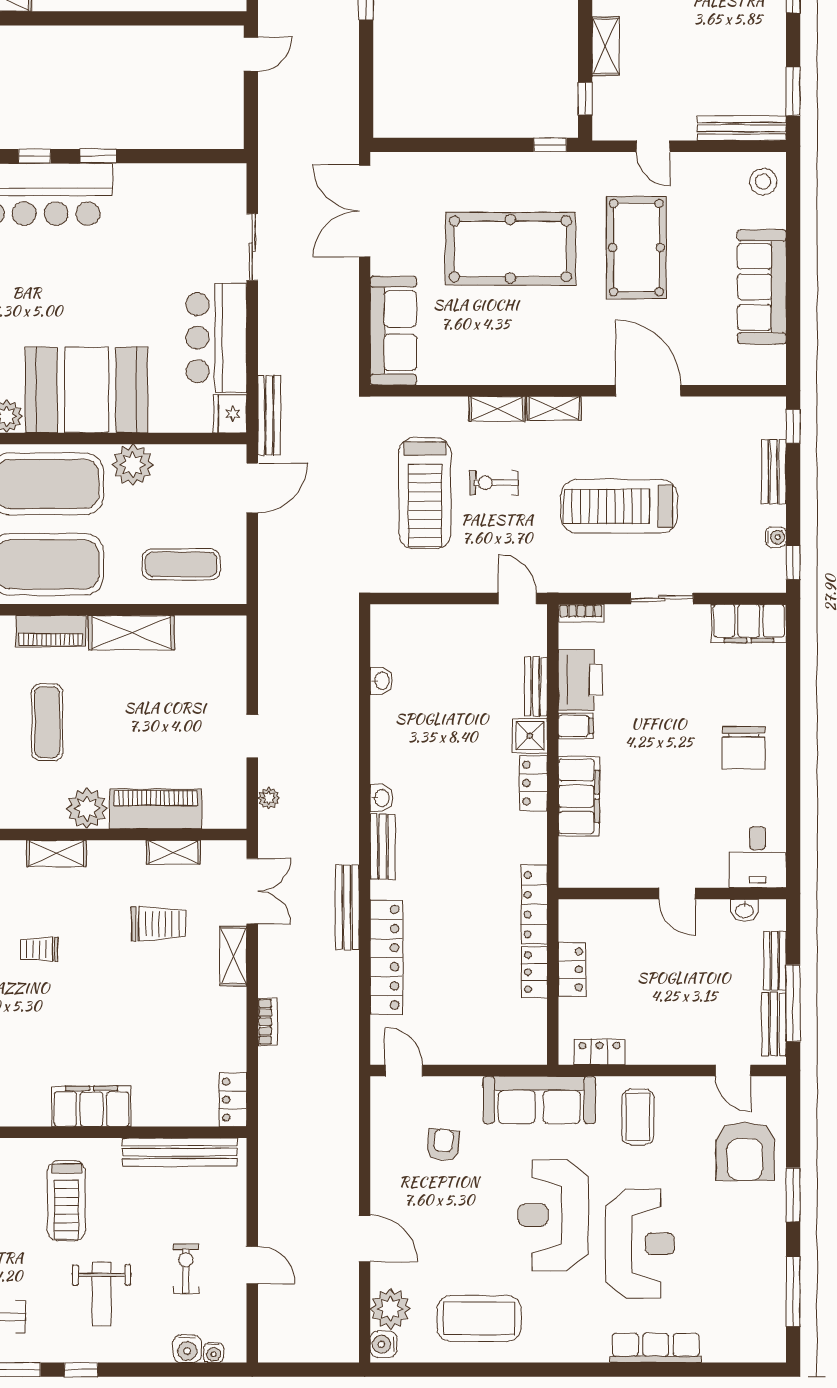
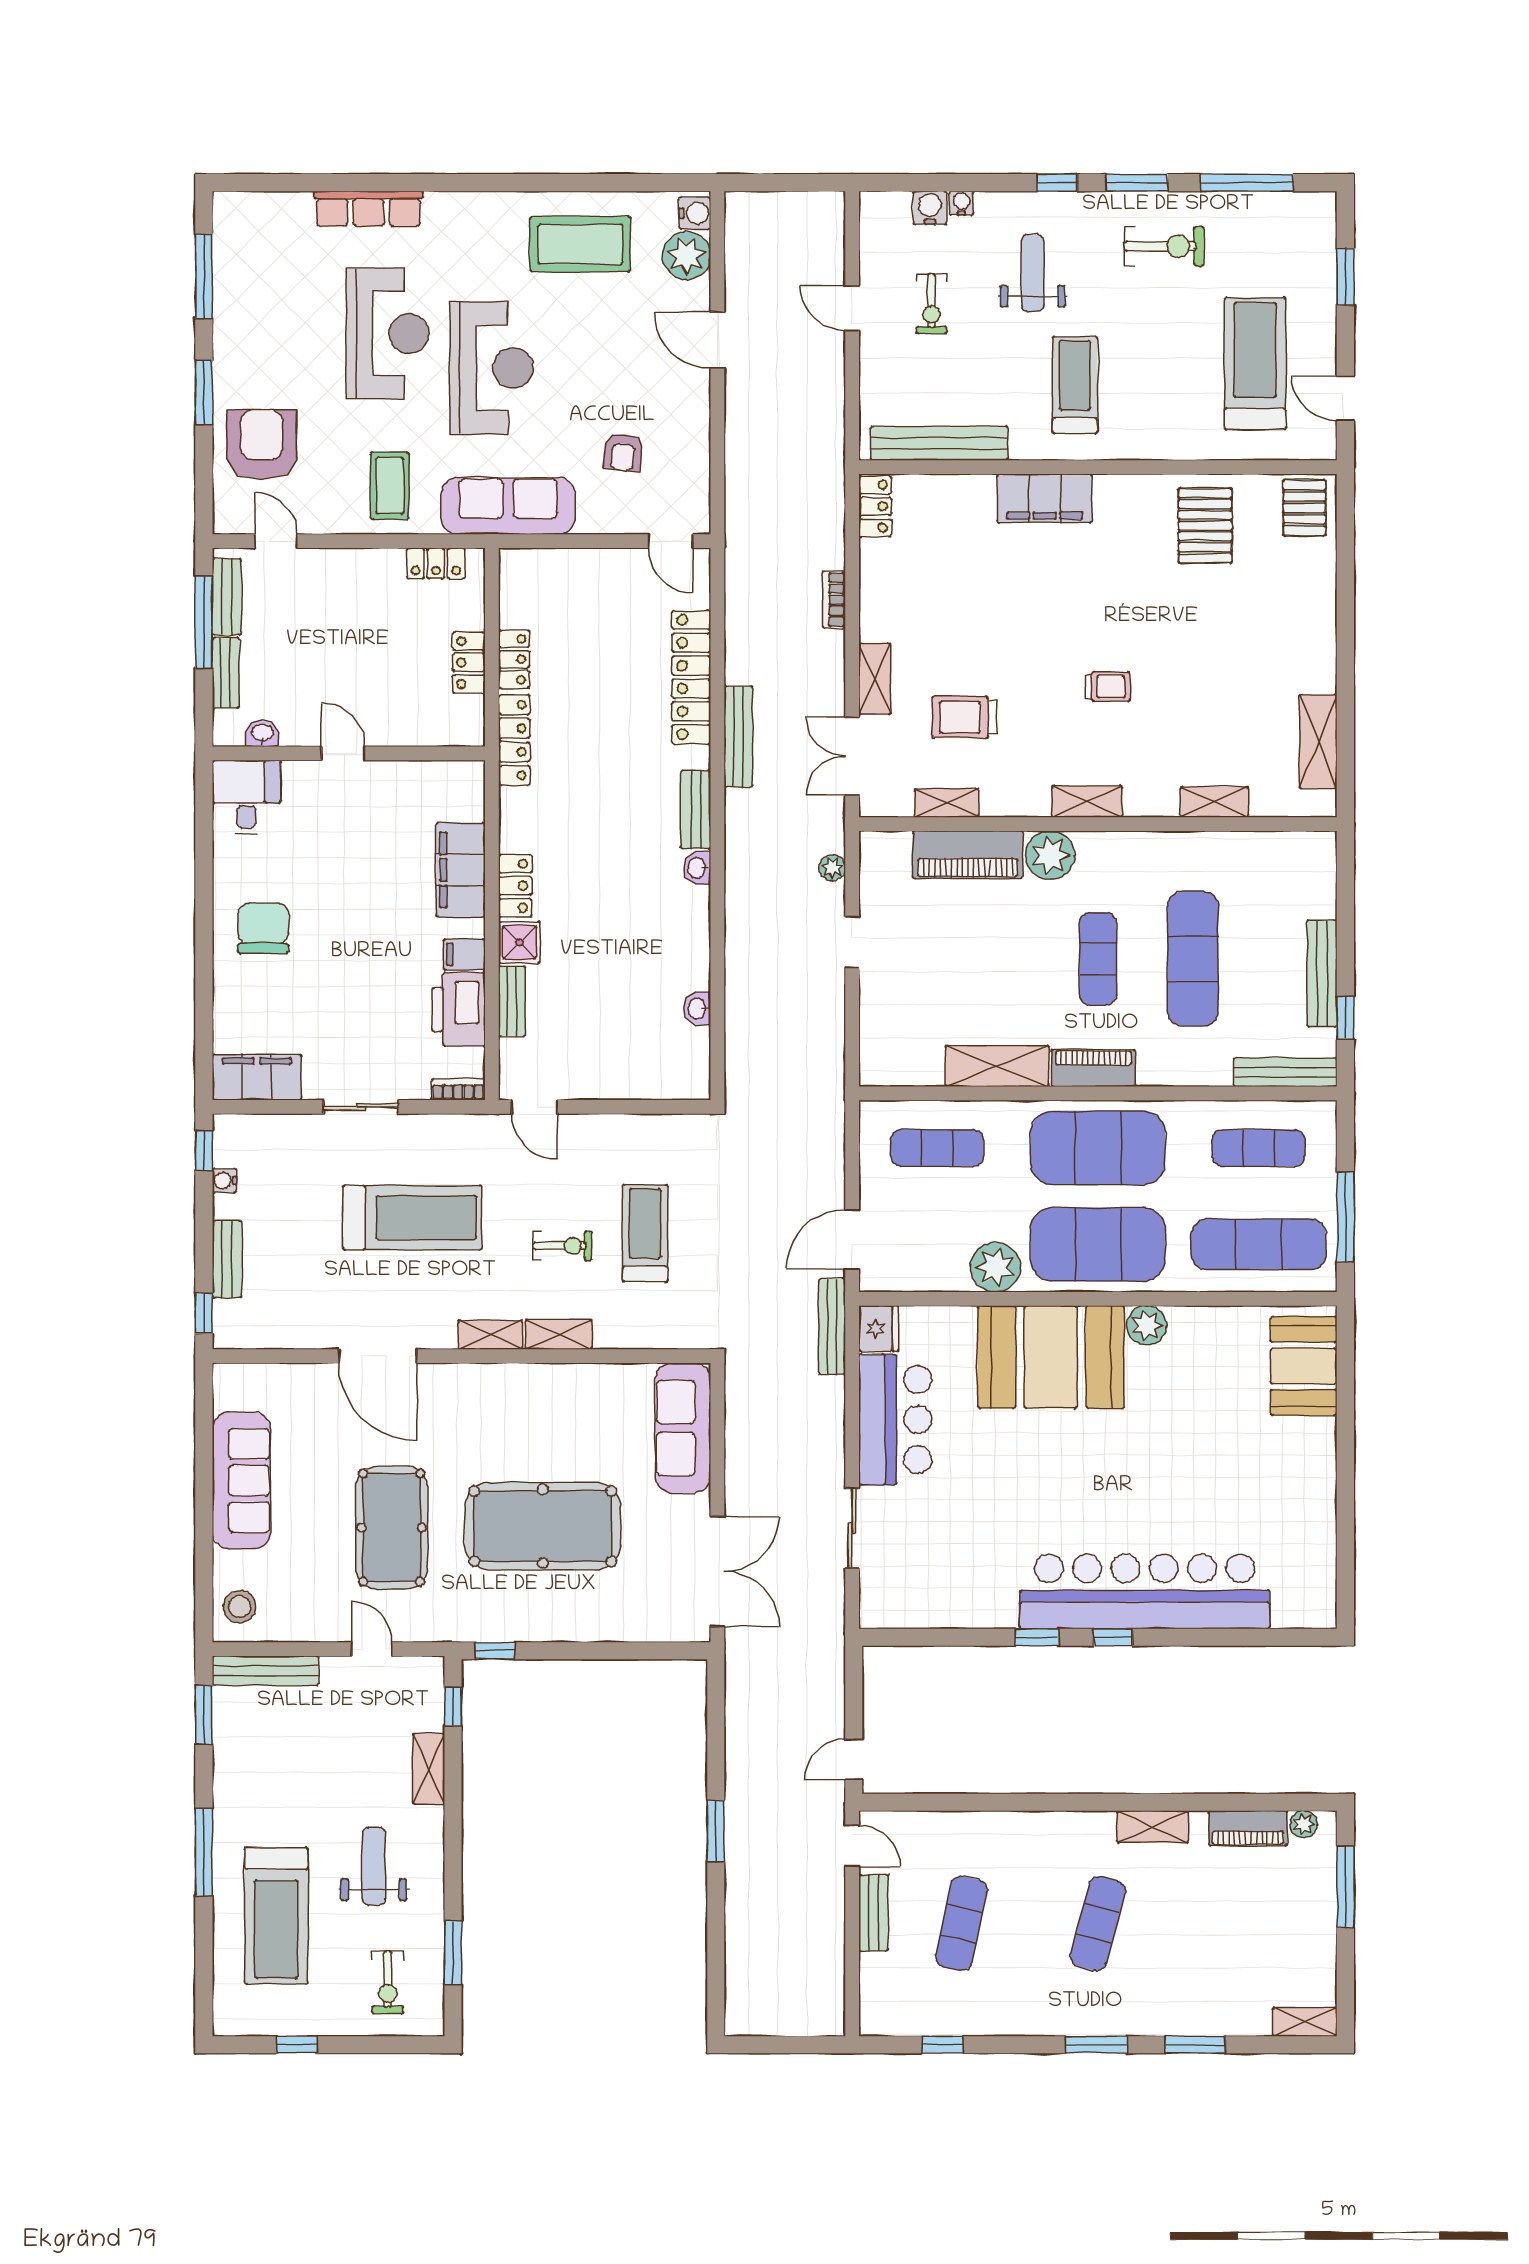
treadmill: (425, 493) -> (645, 1233), width x0.73, depth x0.73
reception desk: (640, 1244) -> (388, 334), turned 180
water cooler: (214, 1353) -> (961, 203), moved

